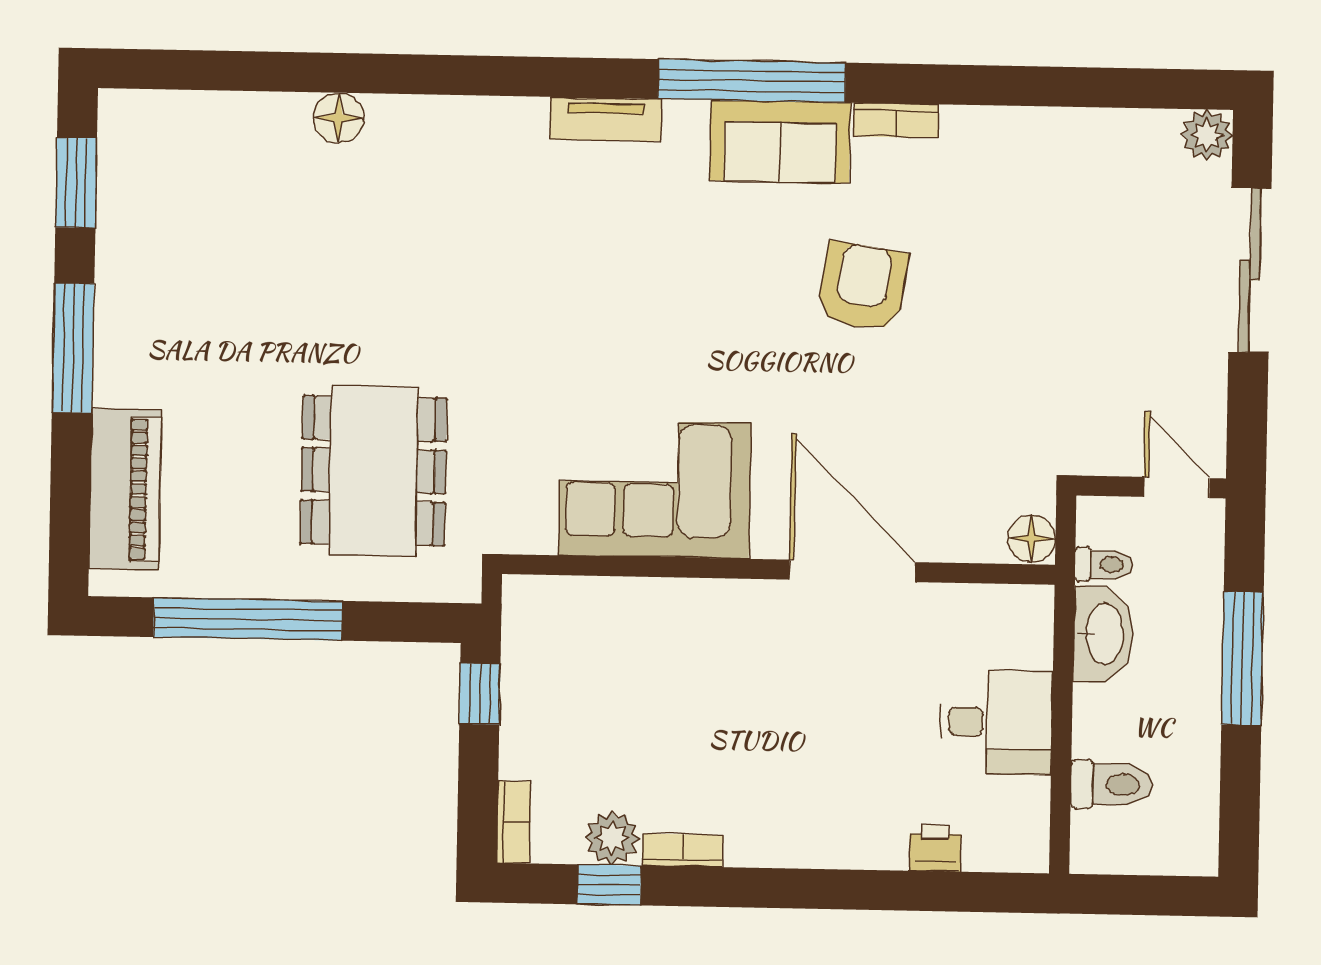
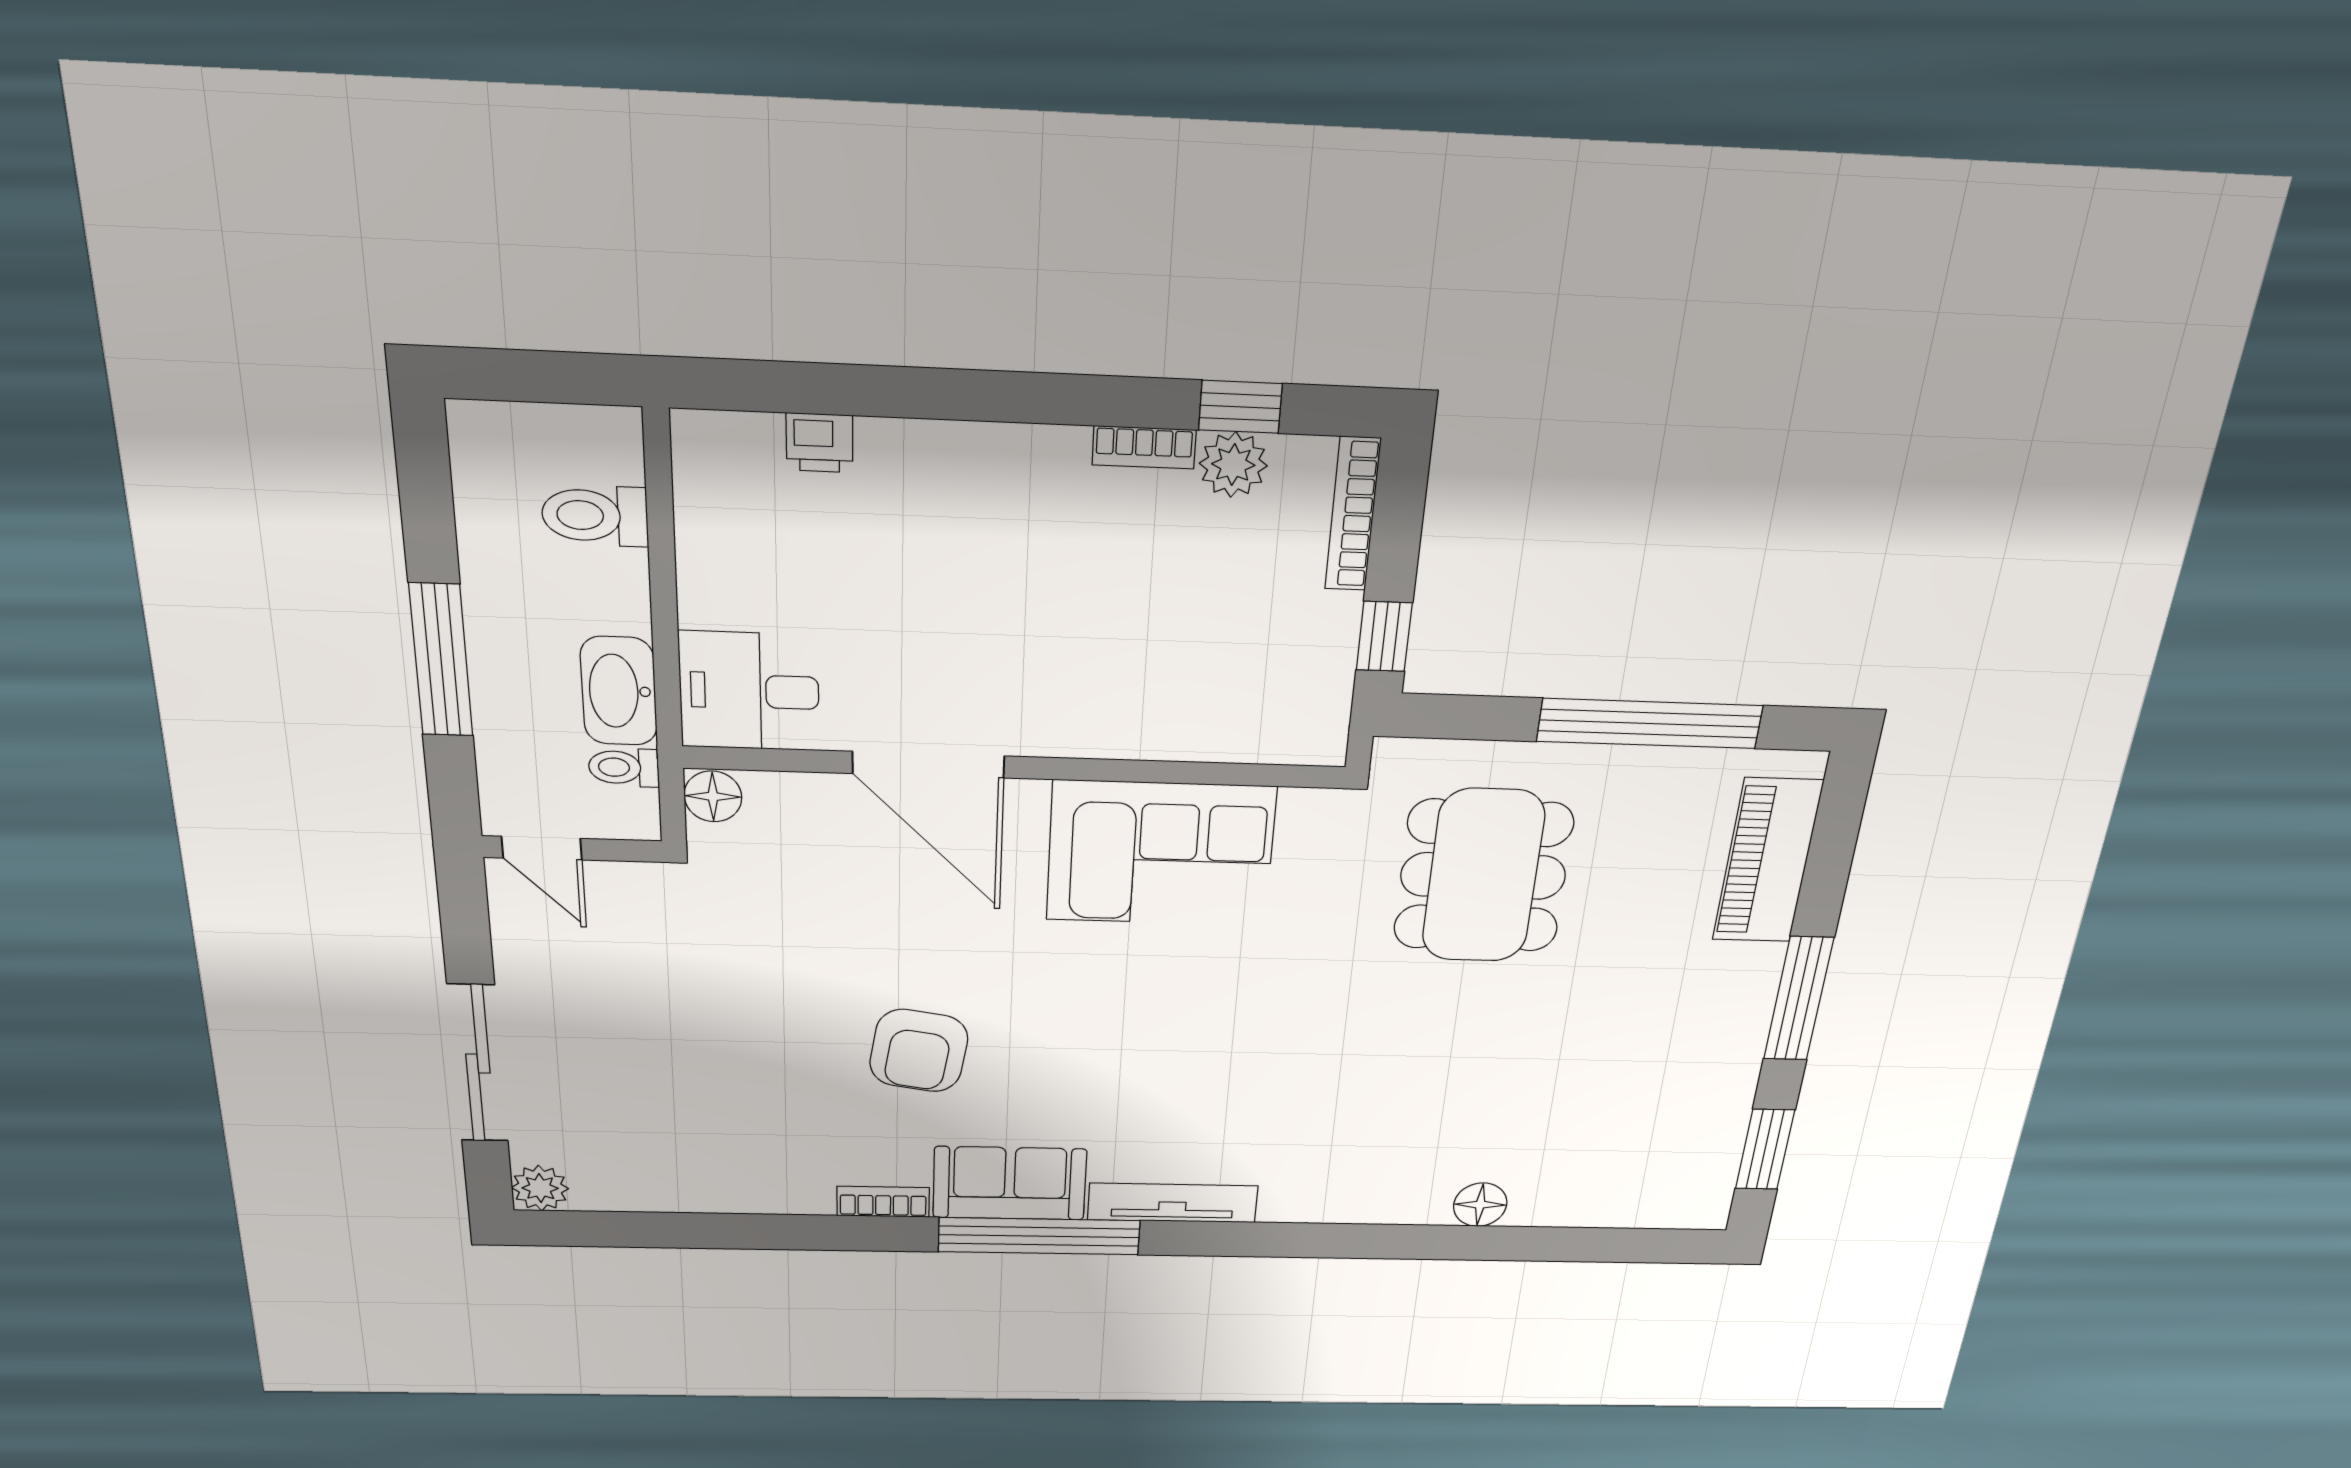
tv unit: (606, 119) -> (1173, 1203), width x1.41
desk: (996, 722) -> (749, 691), moved
bookcase: (514, 822) -> (1353, 514), width x1.56

